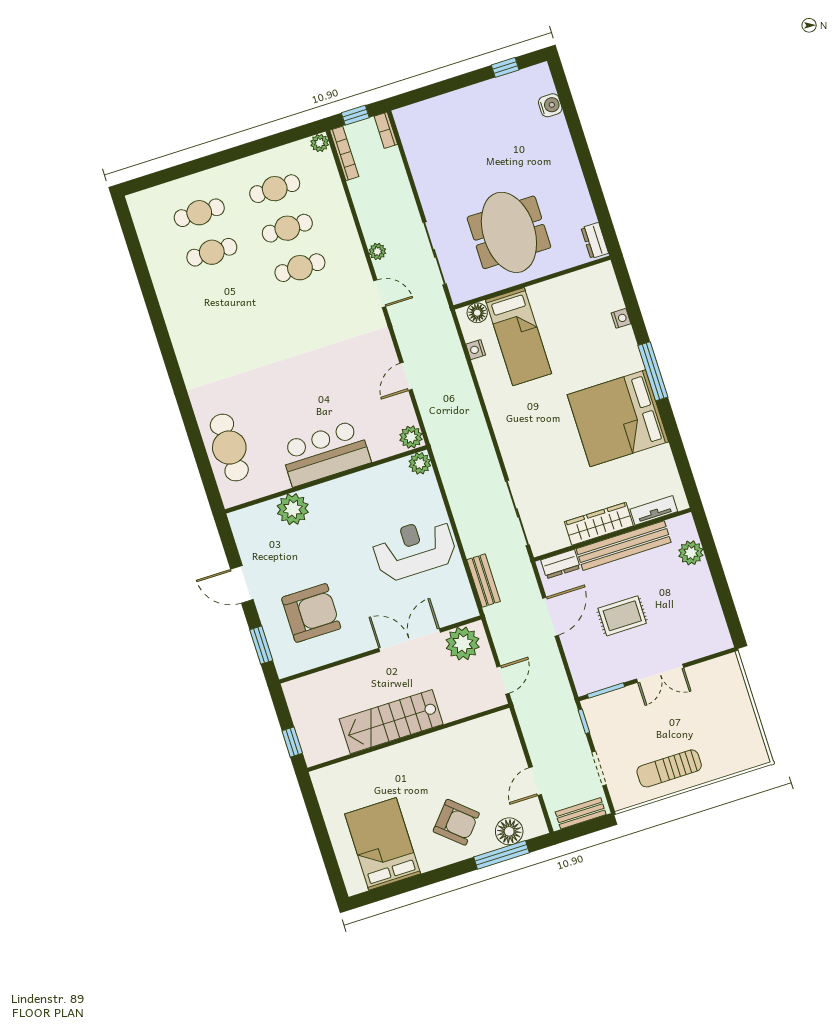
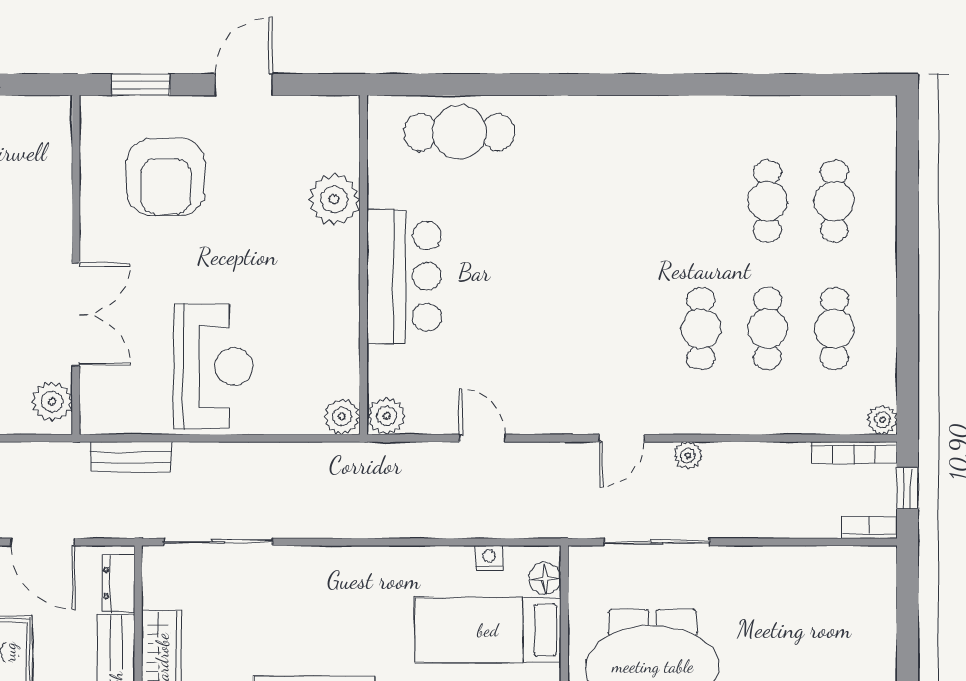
plant: (463, 643) -> (52, 401), width x0.73, depth x0.73

